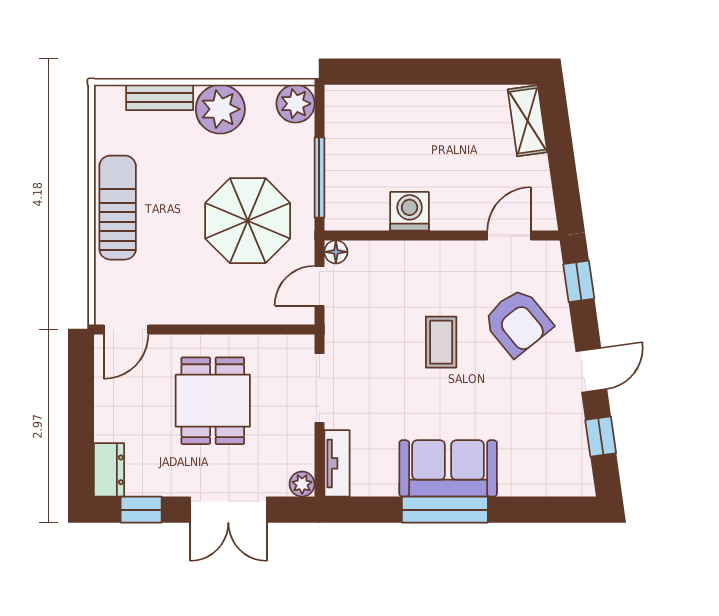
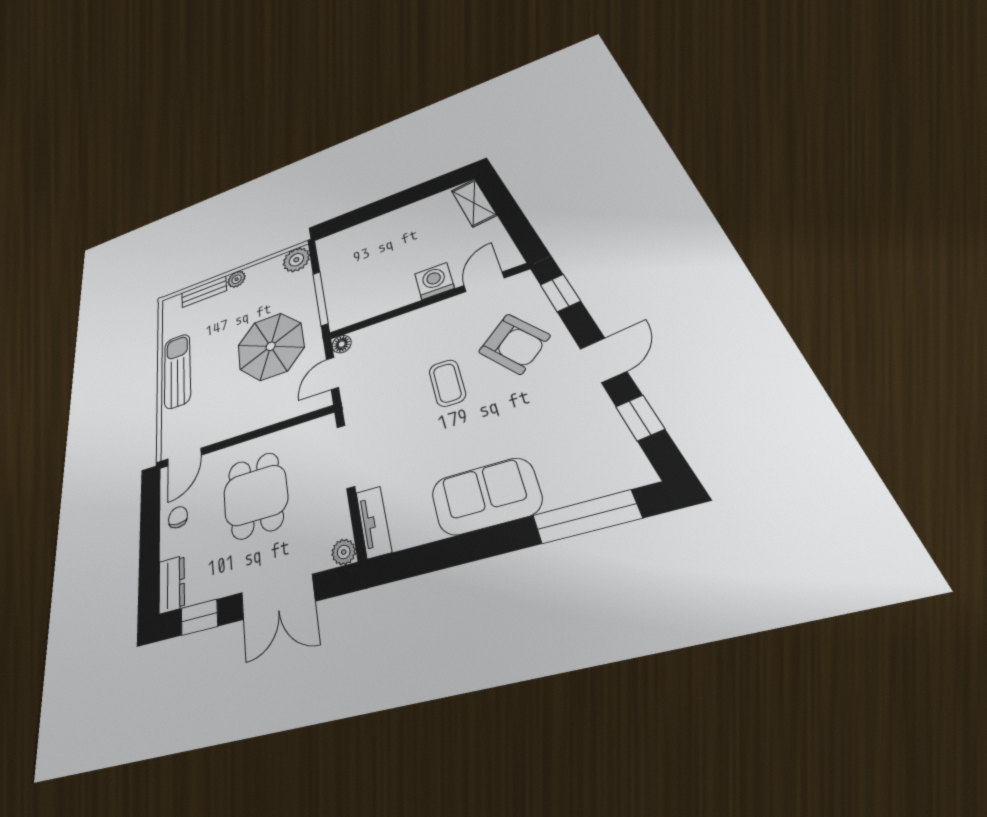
plant: (220, 109) -> (237, 279), width x0.53, depth x0.53
washing machine: (410, 211) -> (434, 281), moved
chair: (117, 399) -> (178, 517), added
window: (445, 510) -> (586, 517), moved

